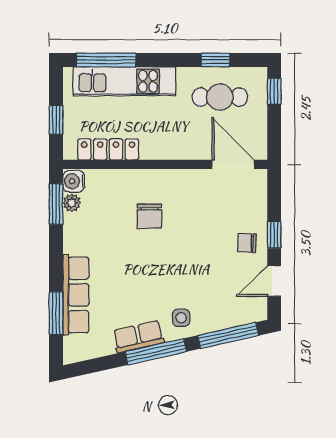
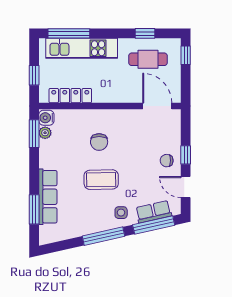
coffee table: (152, 270) -> (101, 180), added
door: (274, 281) -> (186, 187), hinge flipped
row of seats: (138, 337) -> (154, 212), moved

